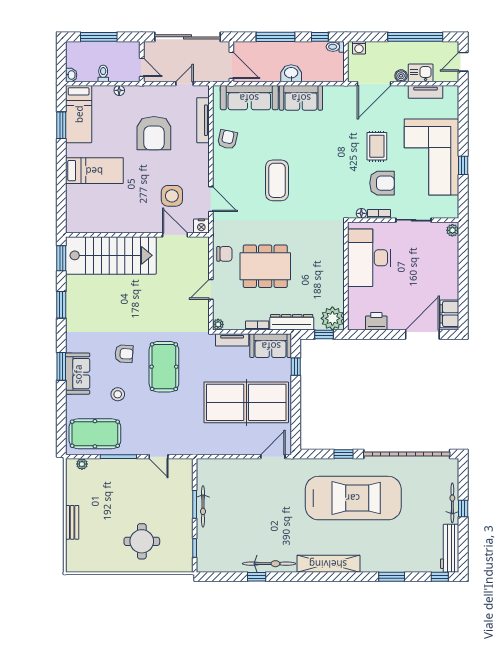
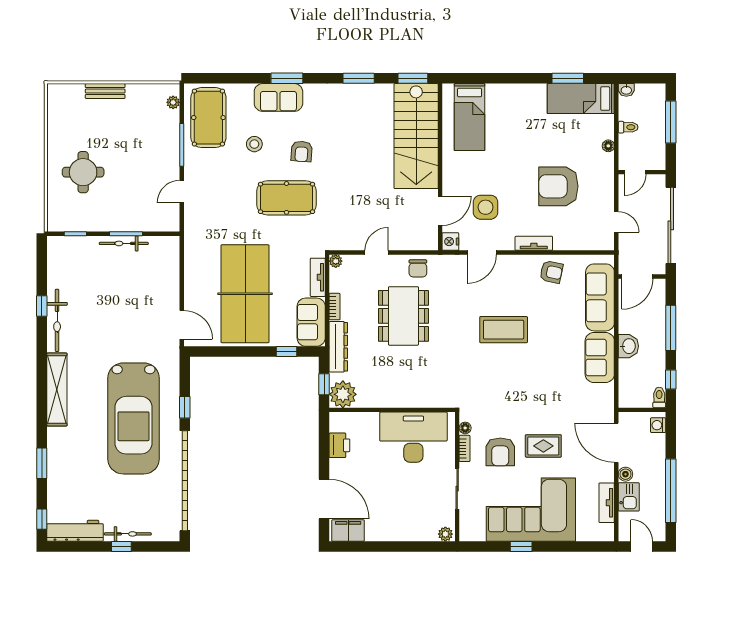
tv unit: (203, 120) -> (534, 243), moved, width x0.71
bed: (94, 171) -> (470, 117), moved
door: (211, 289) -> (377, 253), hinge flipped

